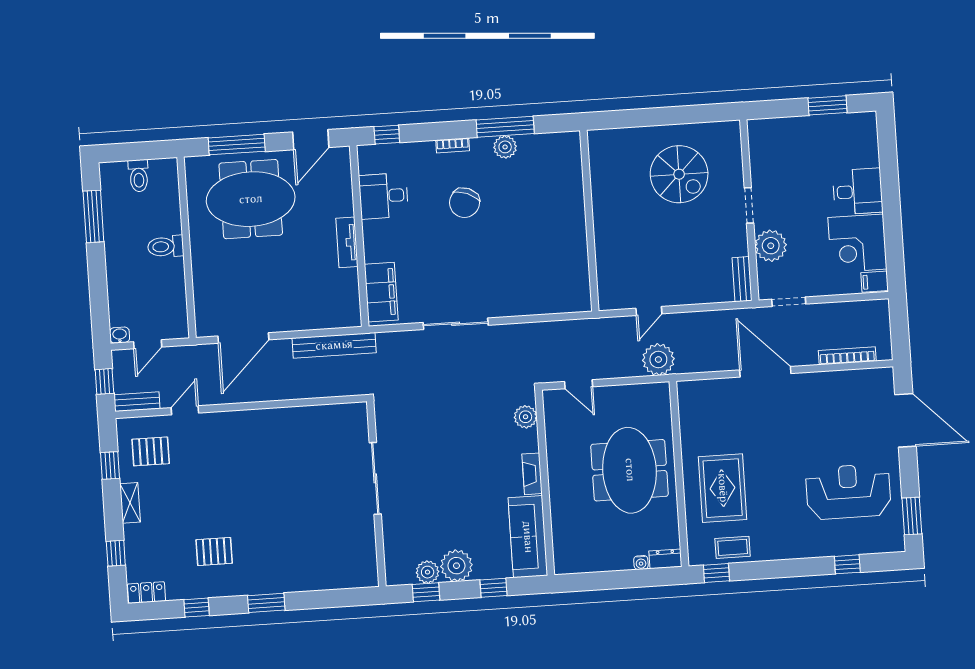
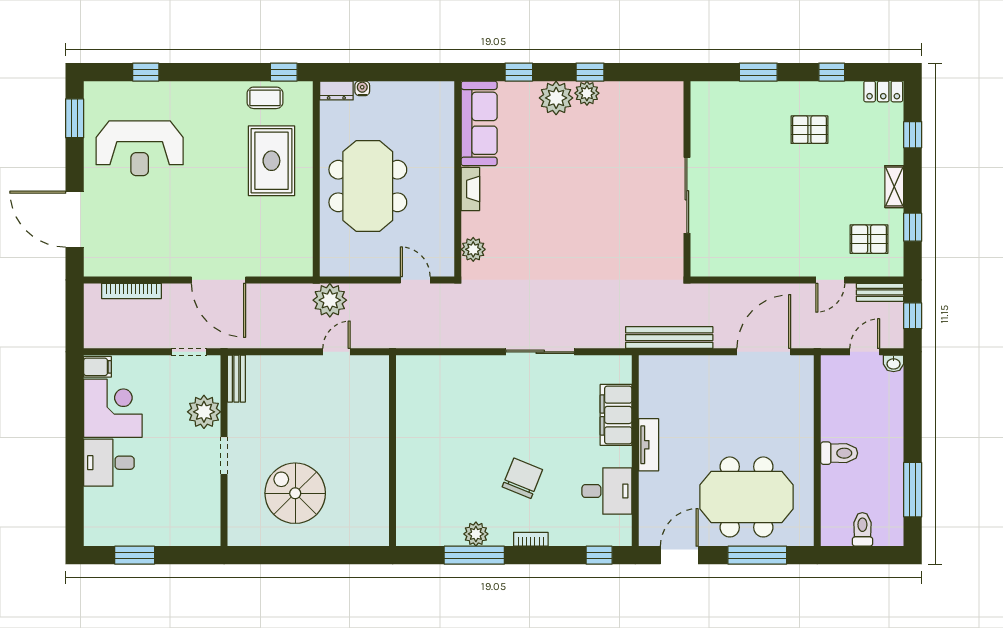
filing cabinet: (381, 292) -> (616, 415), moved
sliding door: (375, 478) -> (687, 195), moved
wall: (376, 494) -> (687, 179), moved

